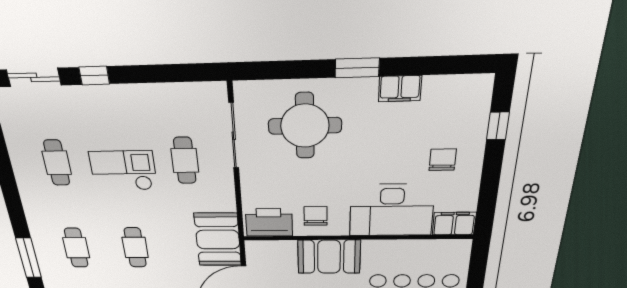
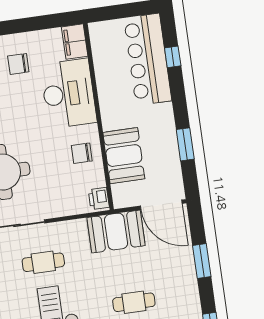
printer: (269, 222) -> (99, 199), width x0.53, depth x0.68
booth: (329, 257) -> (124, 156), moved

